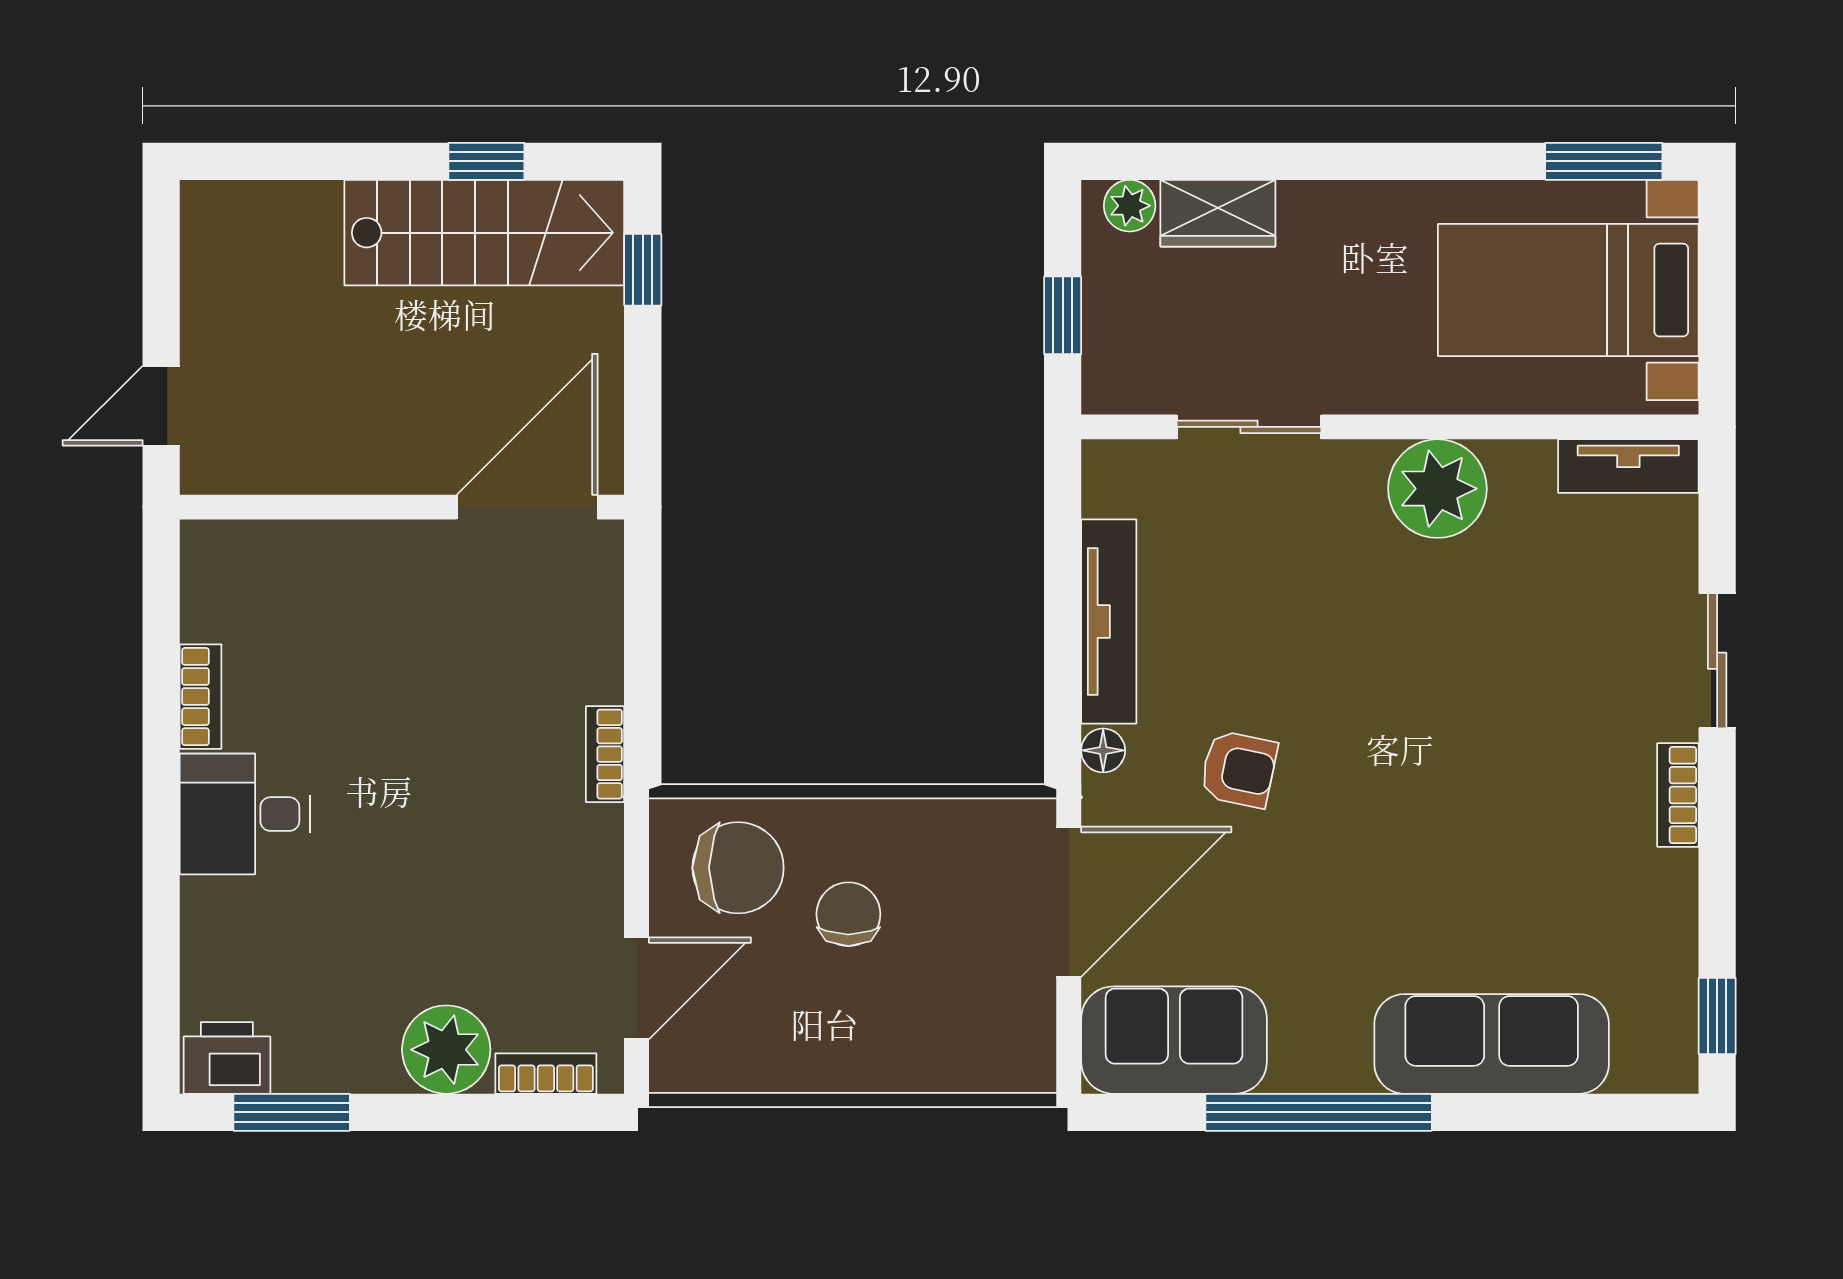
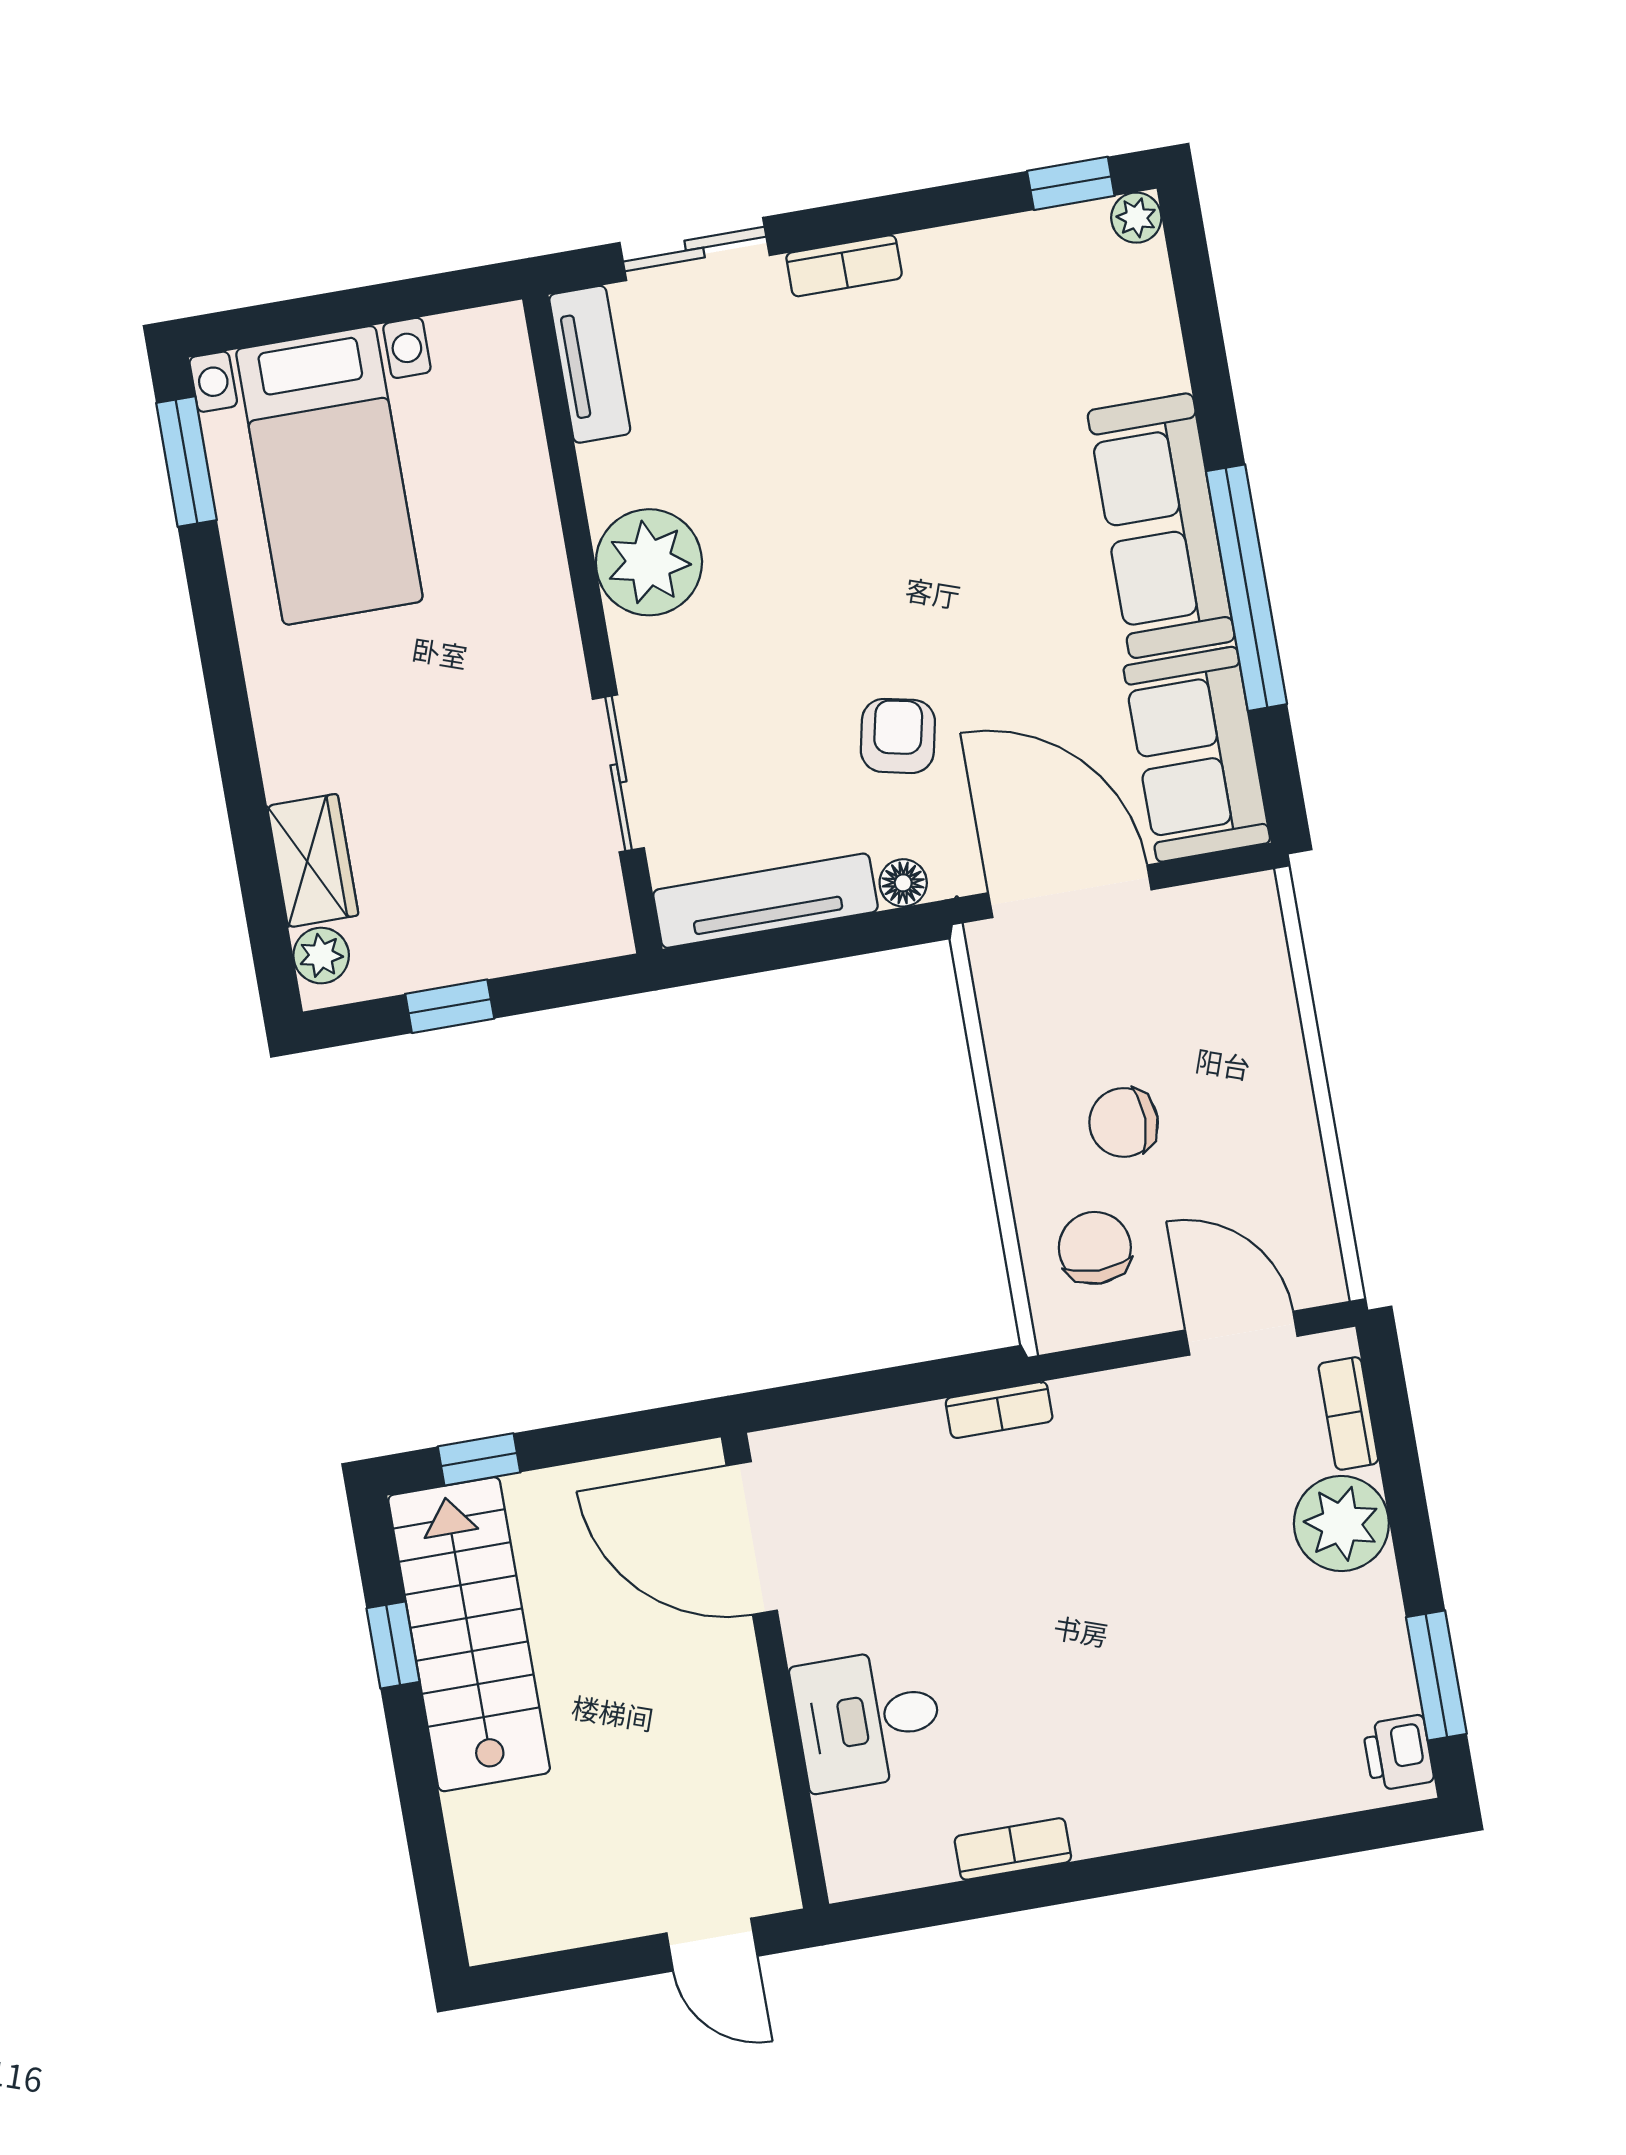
sliding door: (1249, 427) -> (618, 773), moved
wall: (1390, 427) -> (592, 624), moved
tv unit: (1628, 466) -> (590, 364), moved
plant: (1437, 489) -> (649, 562), moved
desk: (245, 814) -> (868, 1719), moved, turned 90
chair: (738, 868) -> (1095, 1248), width x0.73, depth x0.73
sofa: (1492, 1044) -> (1161, 526), moved
printer: (227, 1058) -> (1398, 1753), width x0.73, depth x0.81
plant: (1675, 1070) -> (1136, 218), added

